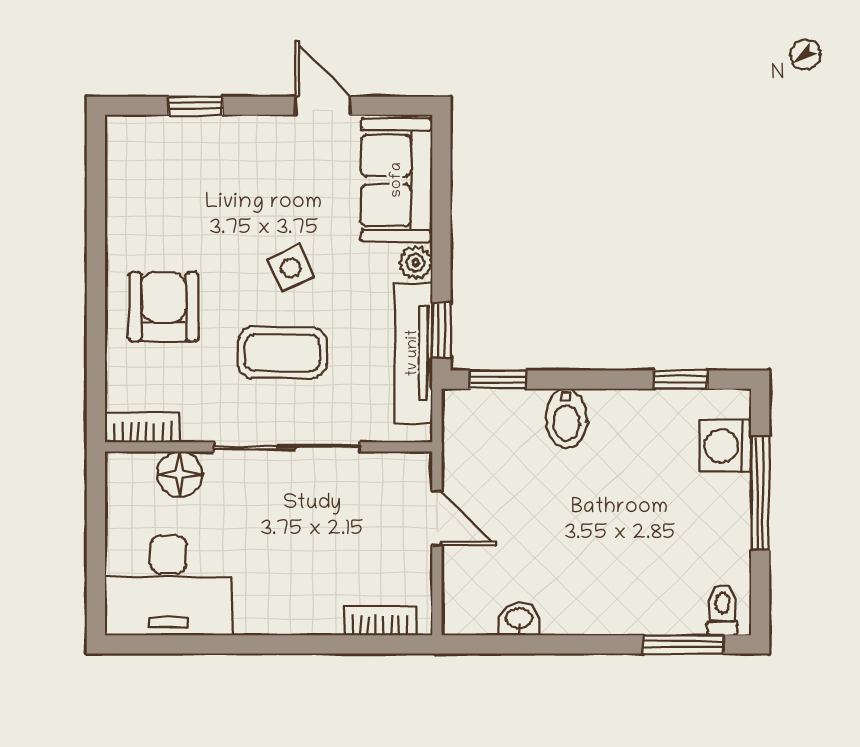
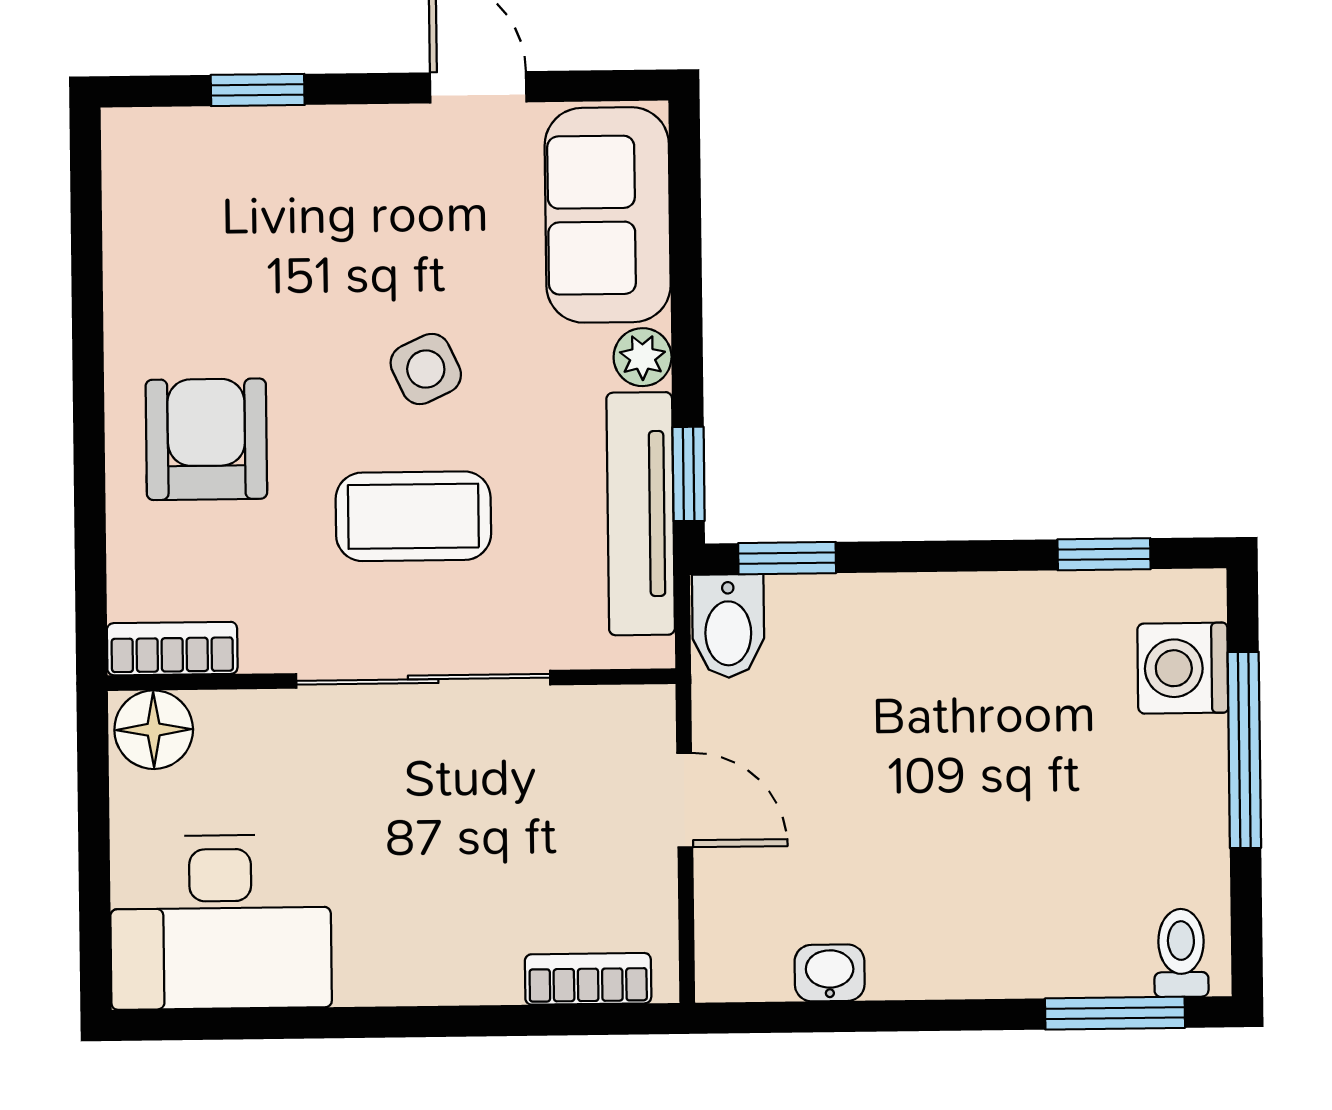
bidet: (566, 418) -> (728, 626), moved
floor lamp: (180, 474) -> (154, 730), moved

